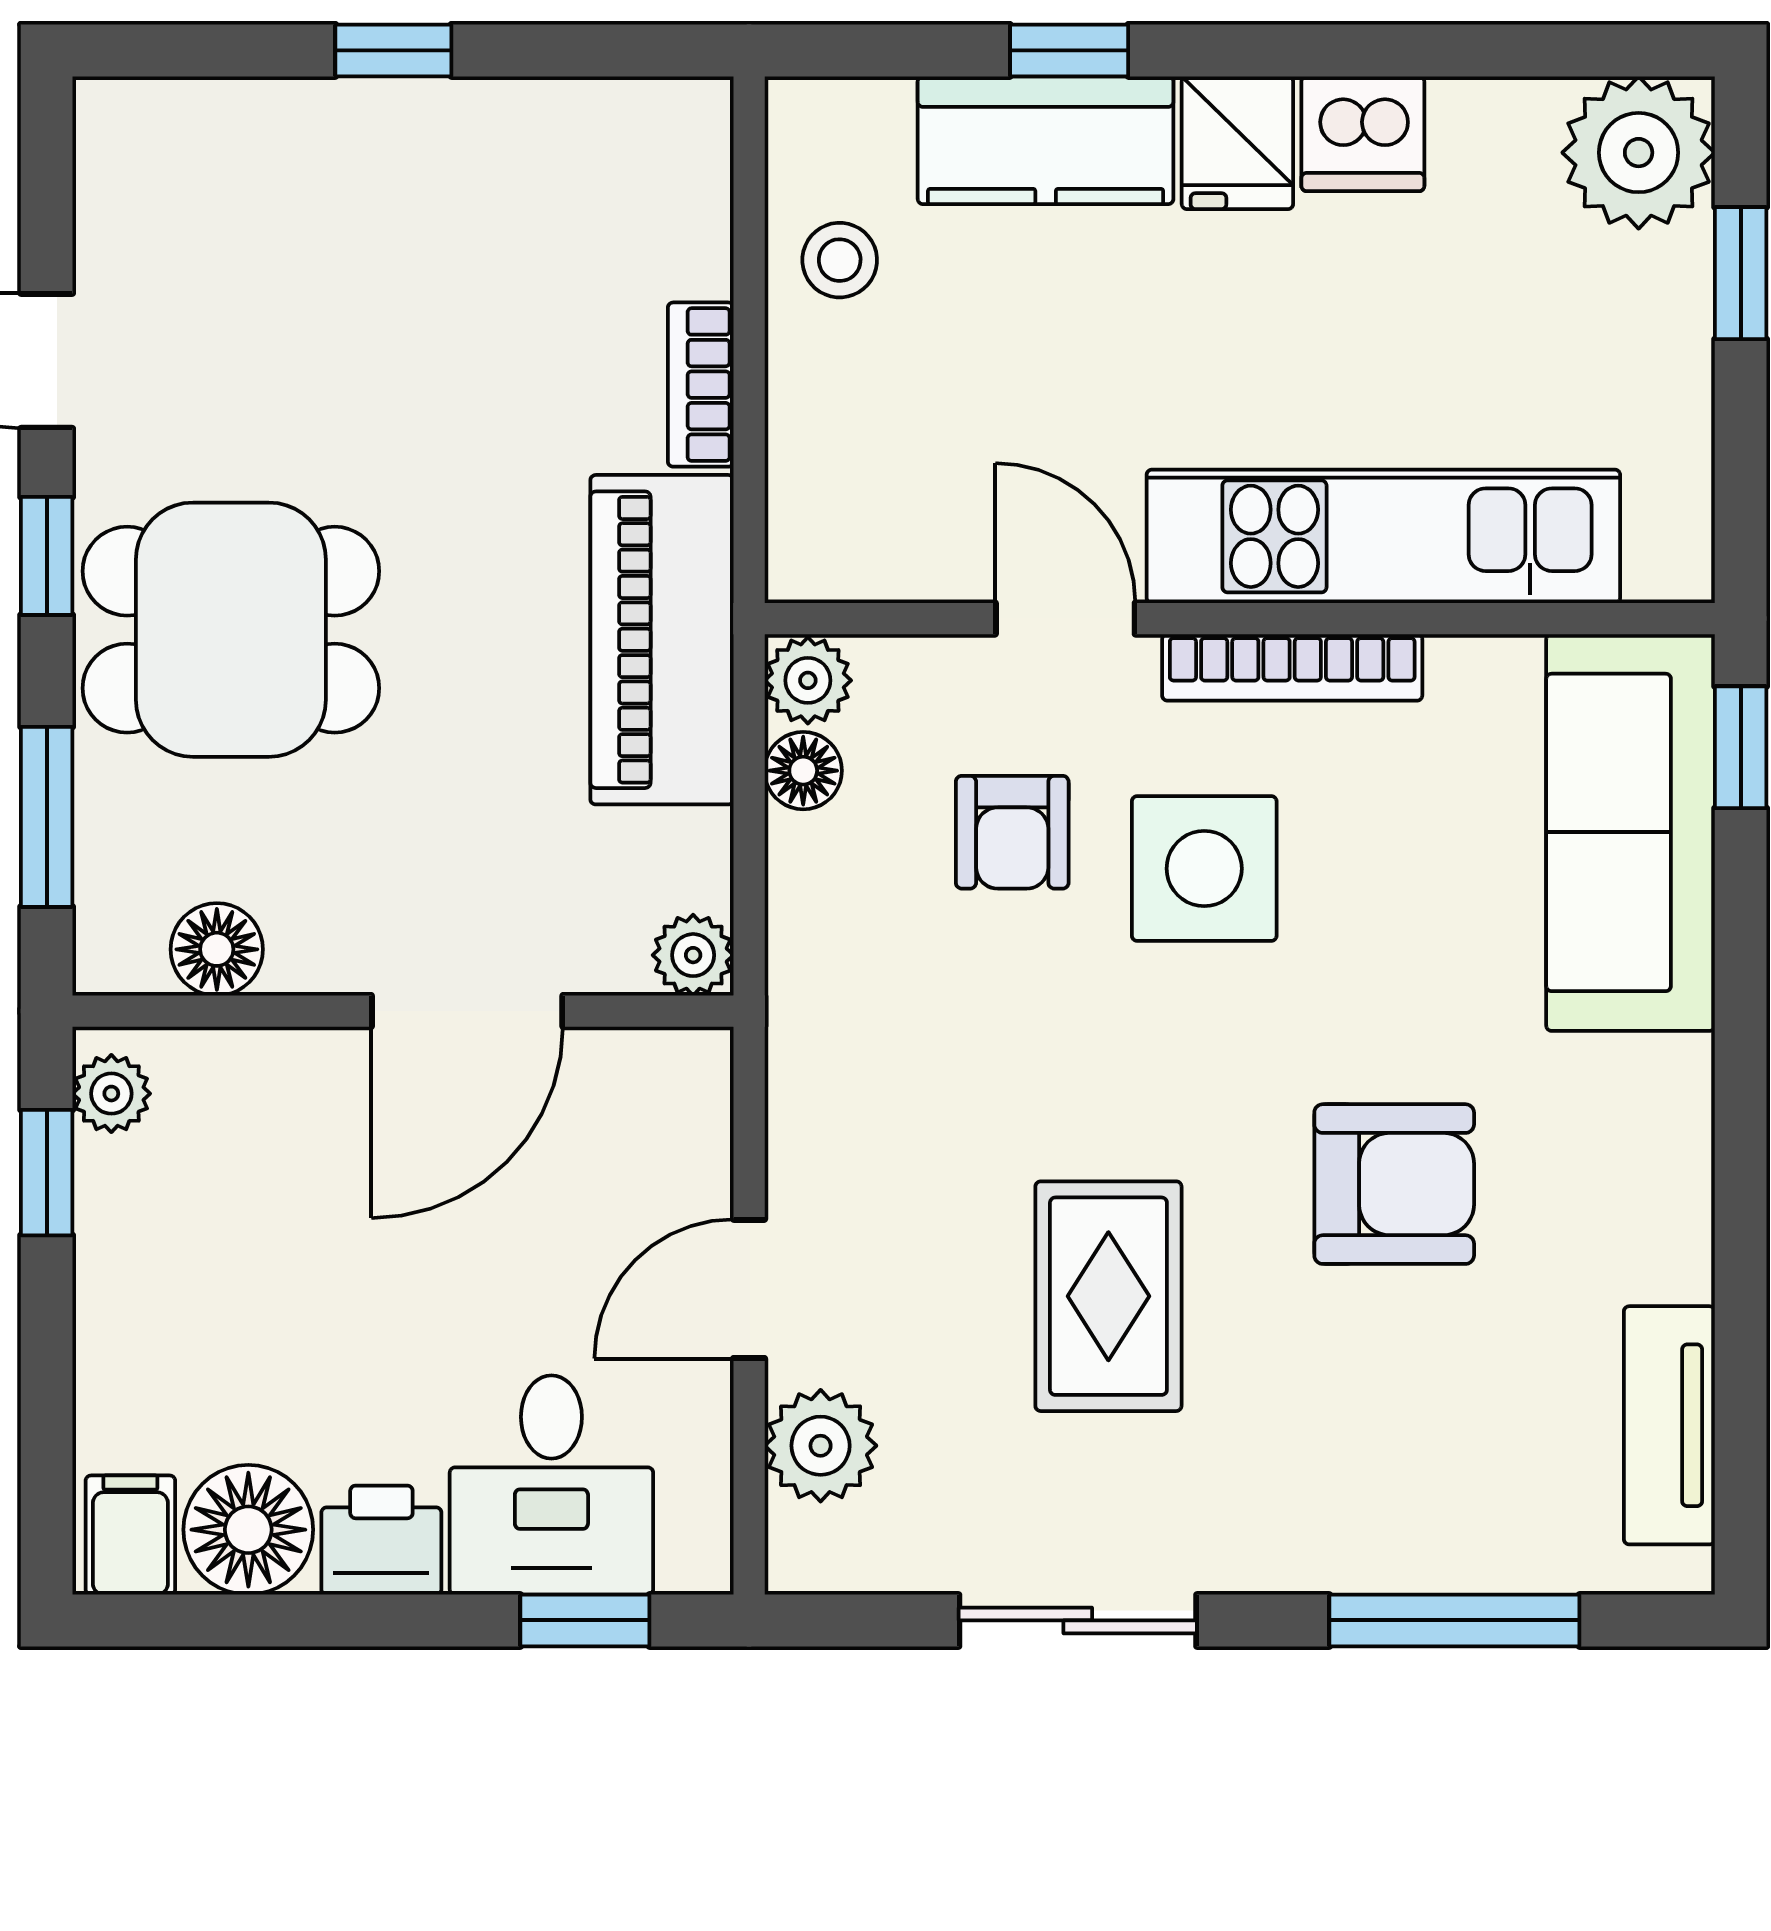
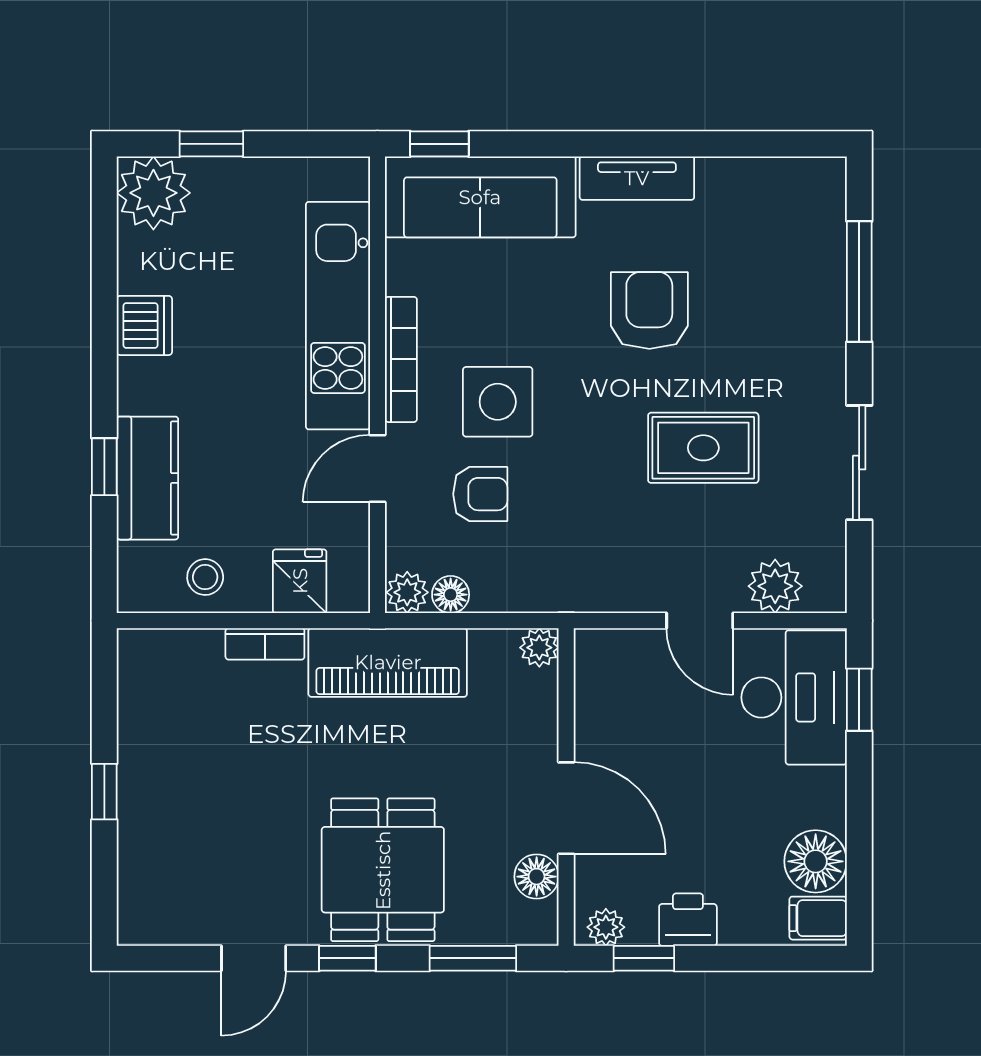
fridge: (1237, 143) -> (300, 581), moved, turned -90
door: (467, 1011) -> (566, 808), moved
tv unit: (1669, 1425) -> (637, 178), moved
desk: (551, 1485) -> (794, 697), width x1.37
printer: (381, 1540) -> (688, 920), moved, turned 90

